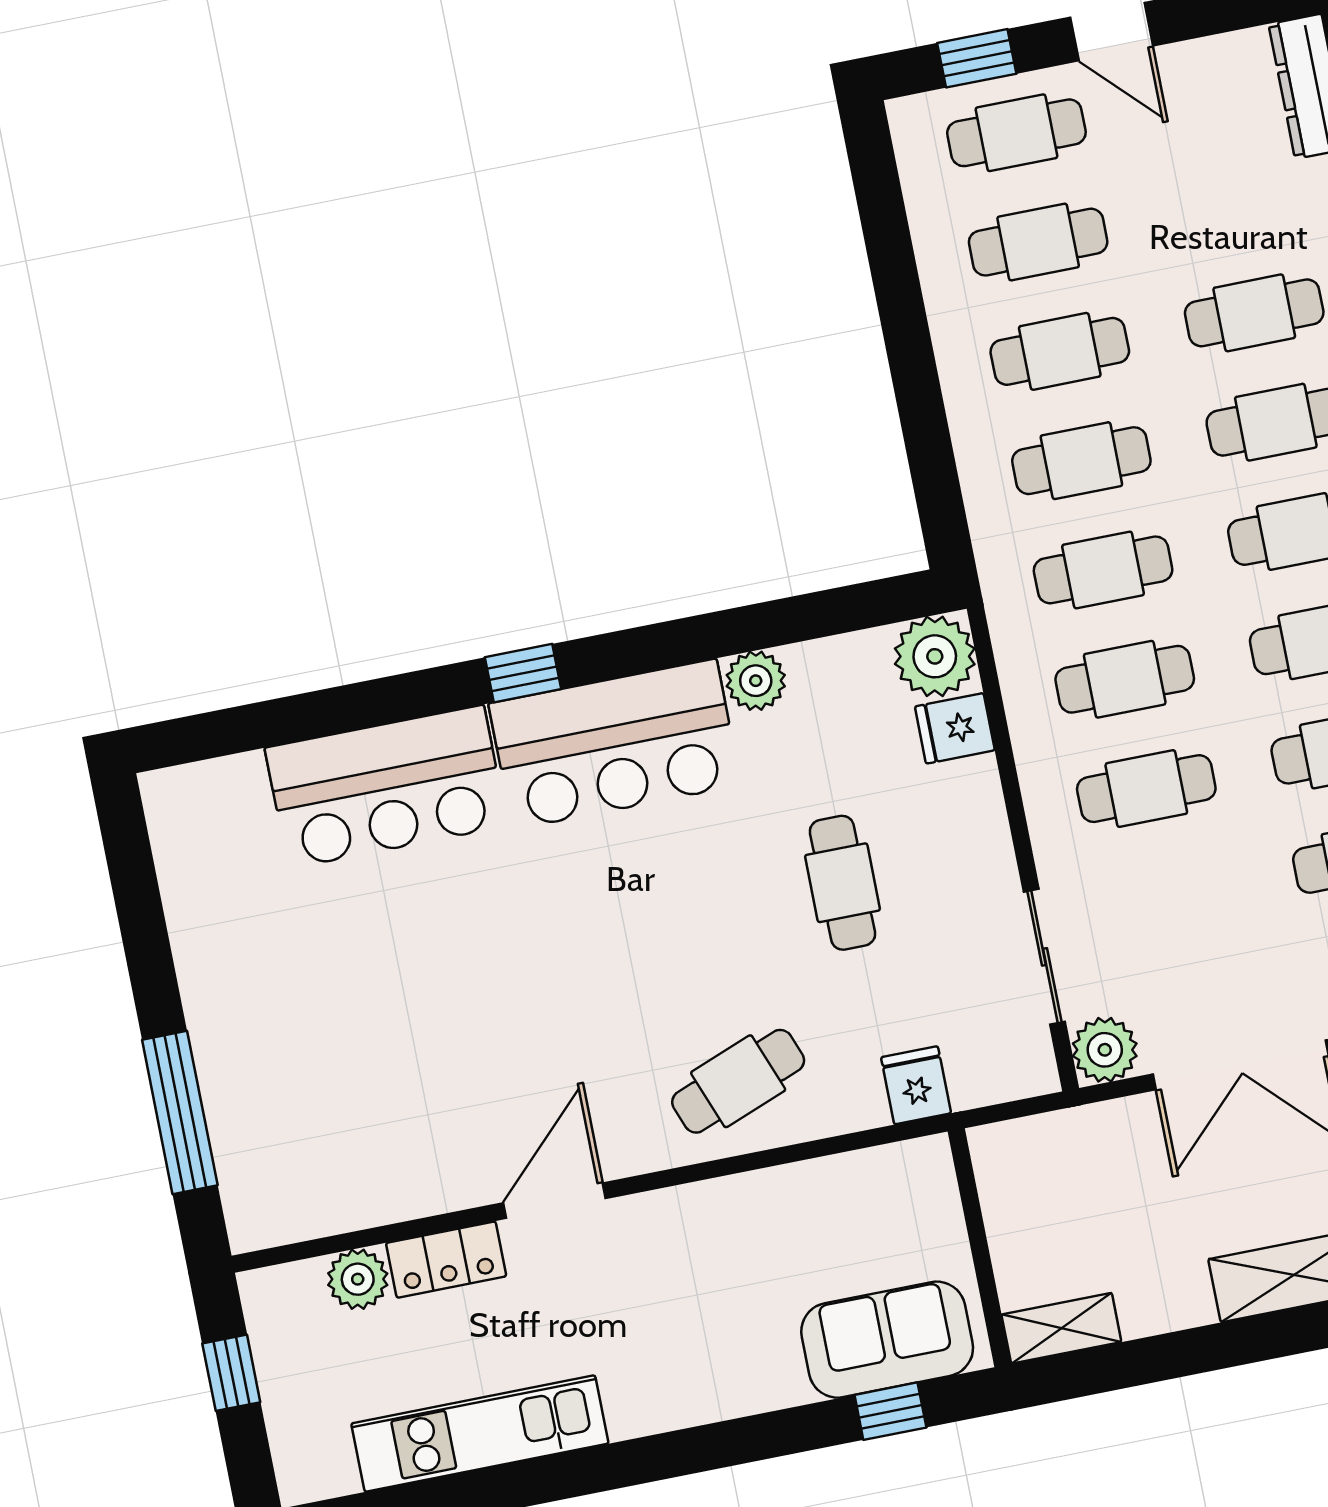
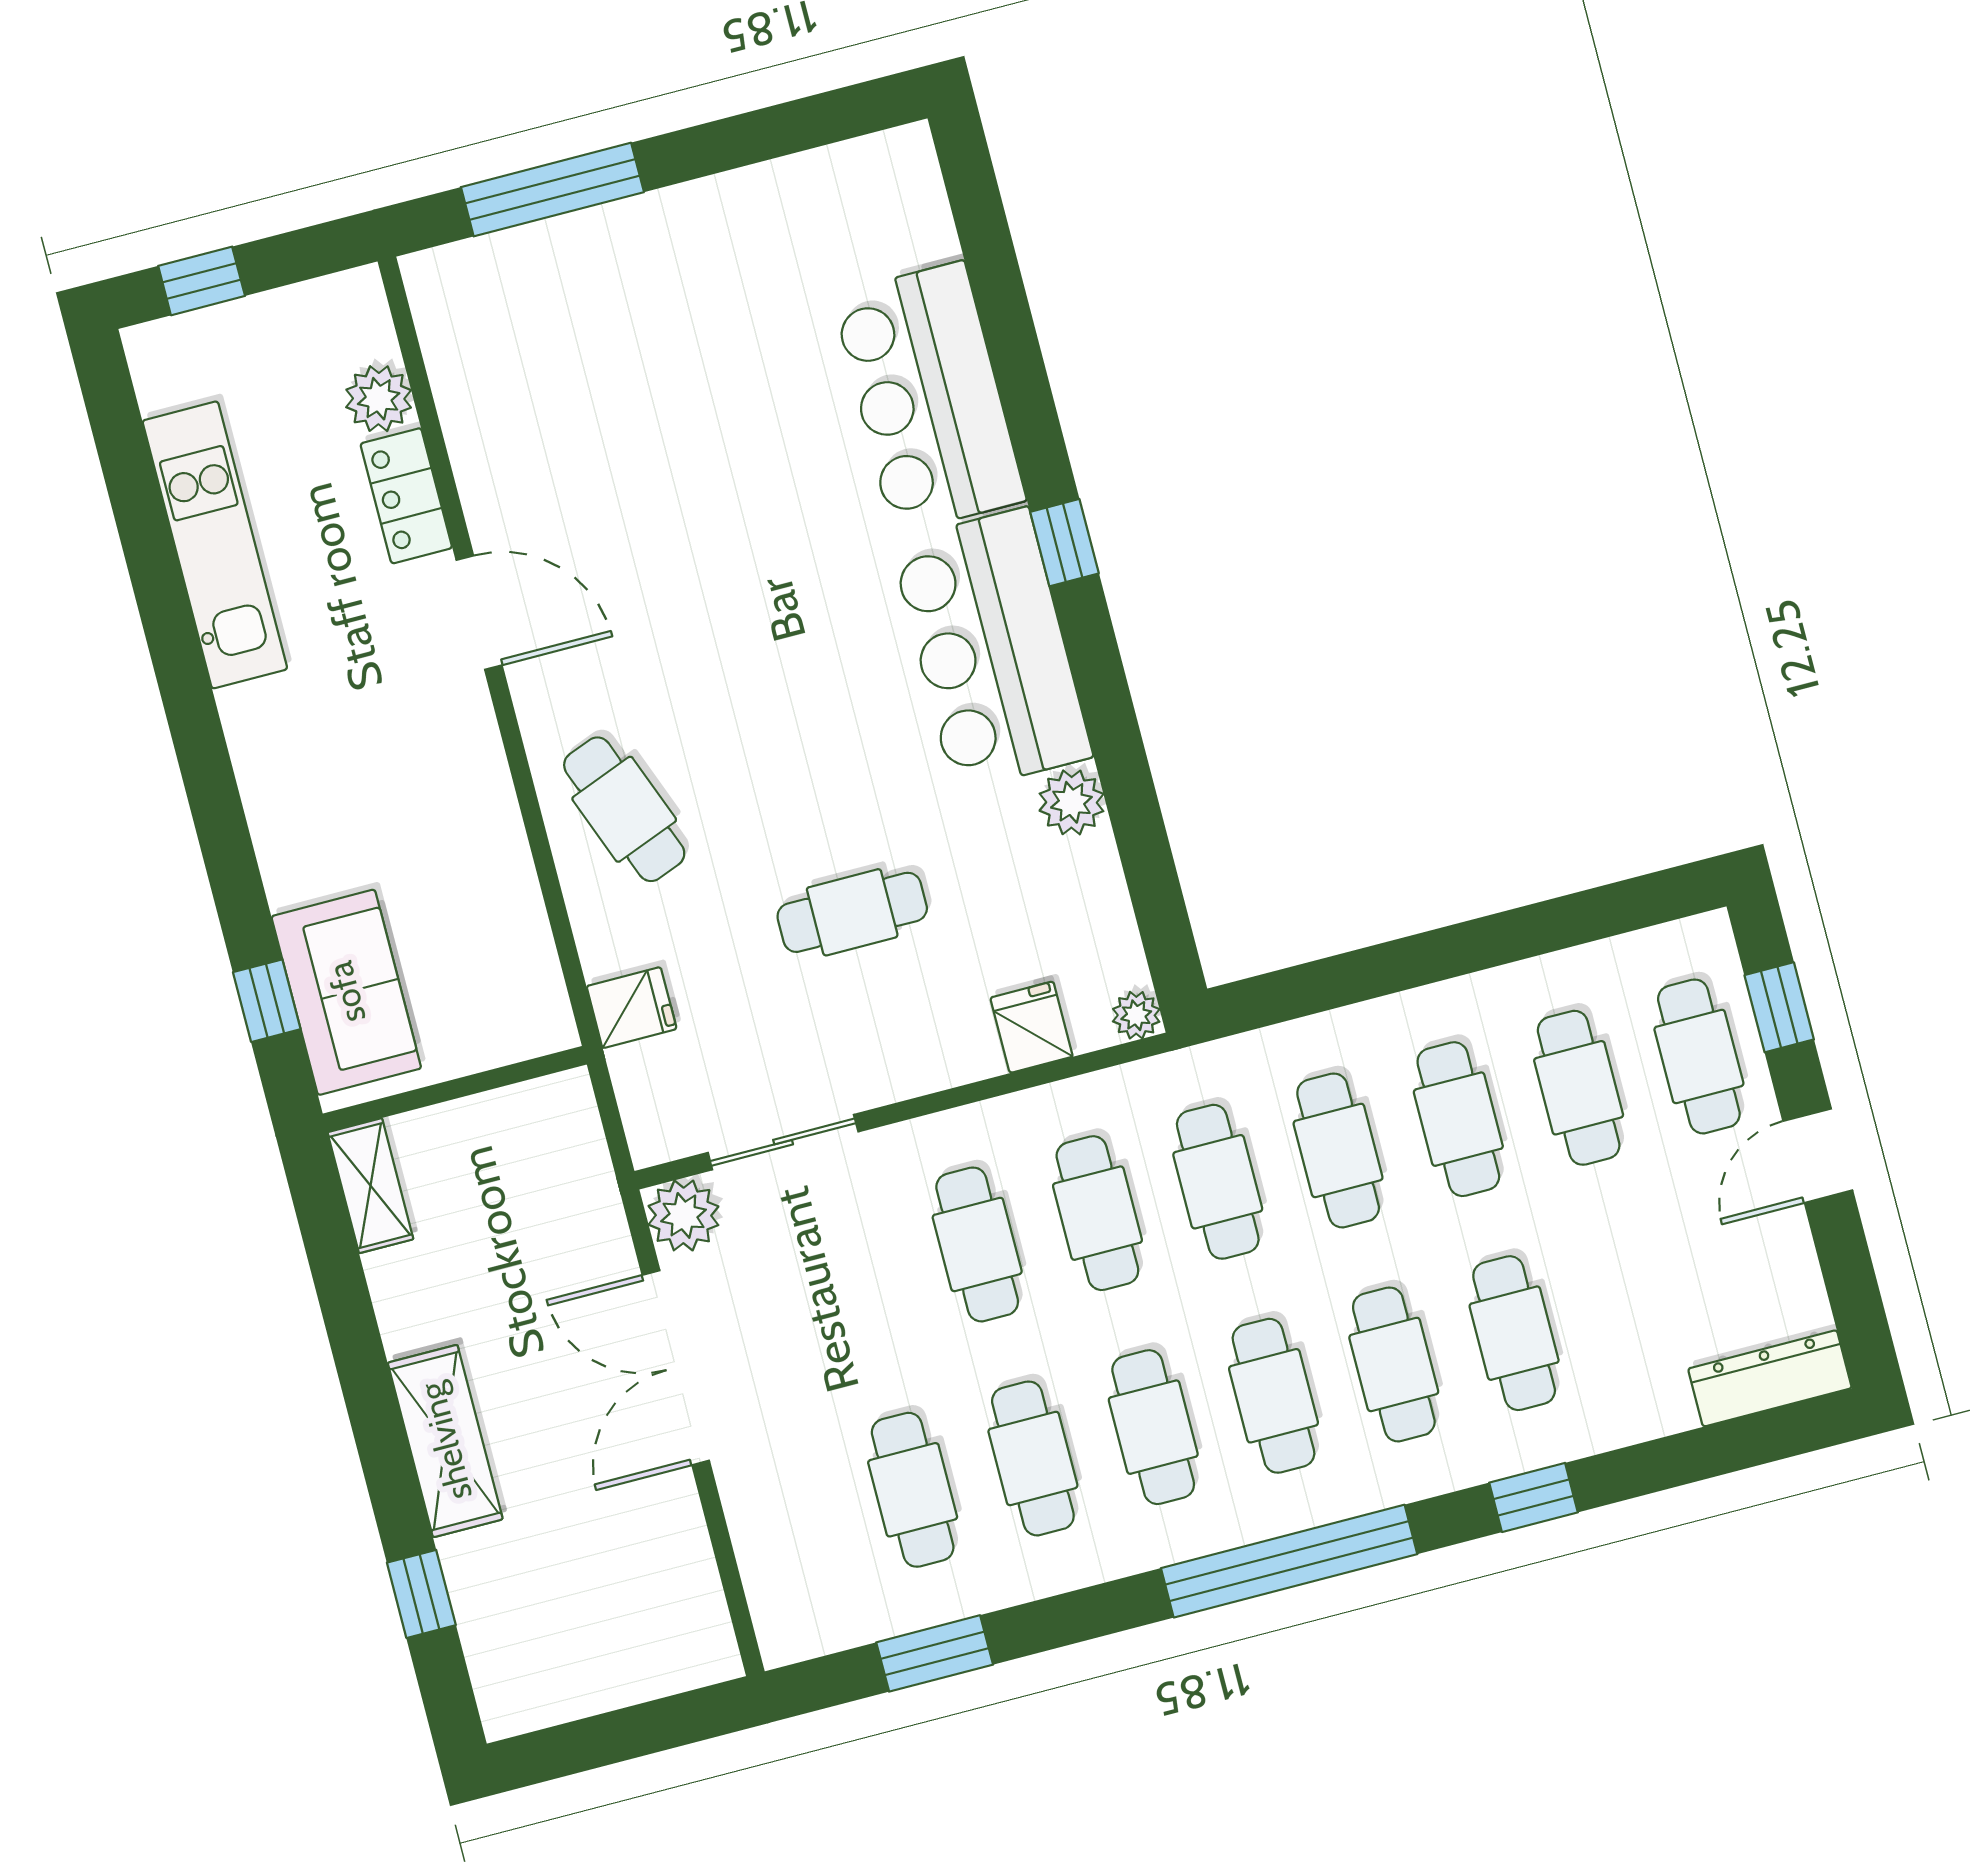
plant: (935, 656) -> (1136, 1015), width x0.53, depth x0.53
window: (231, 1373) -> (202, 281), moved

